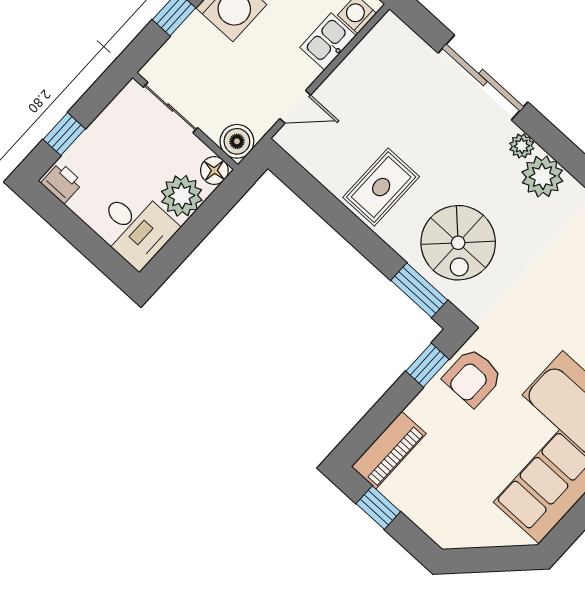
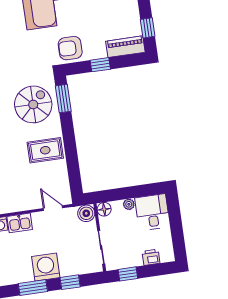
window: (64, 134) -> (128, 274), moved
printer: (62, 183) -> (151, 257), moved, turned 90
plant: (182, 196) -> (129, 204), width x0.53, depth x0.53
window: (427, 365) -> (100, 65), moved
armchair: (473, 377) -> (70, 48), turned 180

